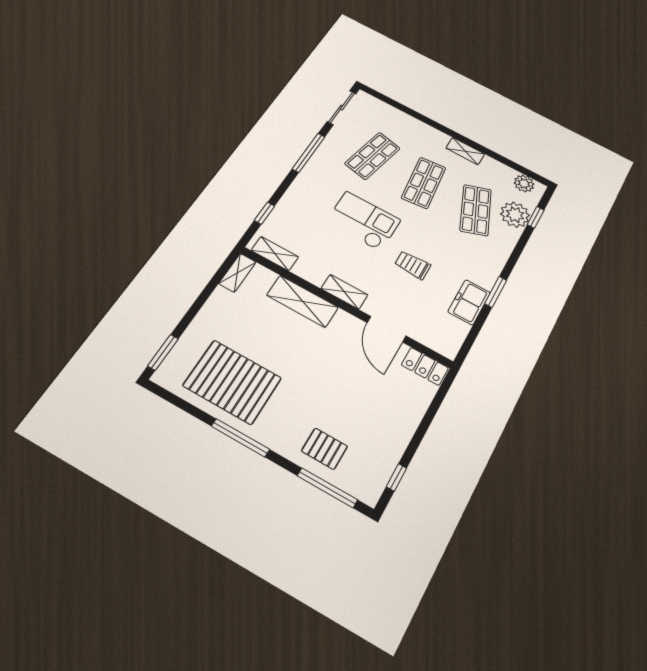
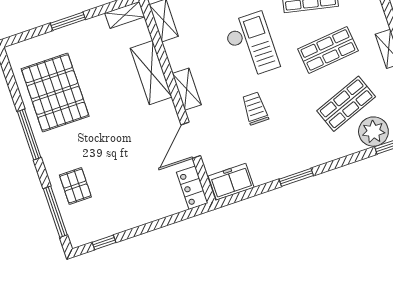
freezer: (469, 302) -> (231, 182), moved
window: (163, 352) -> (68, 21), moved

